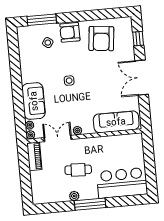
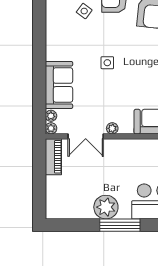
double door: (58, 138) -> (86, 136), swing flipped
cafe table: (78, 170) -> (109, 179), removed
plant: (74, 196) -> (106, 207), width x1.87, depth x1.87

